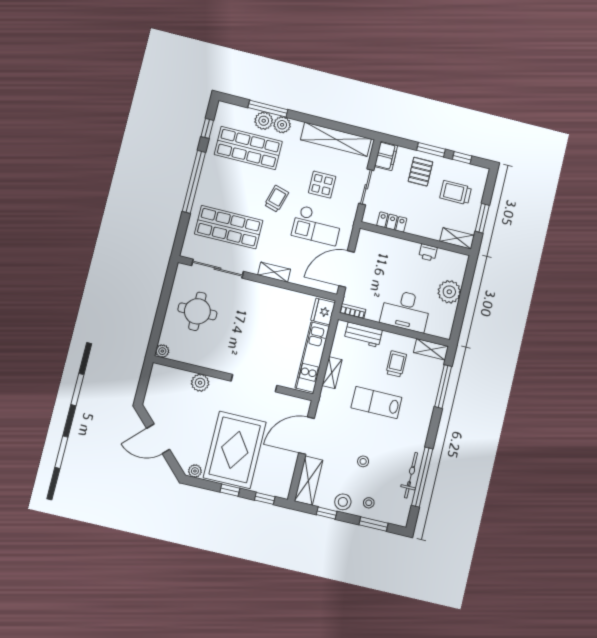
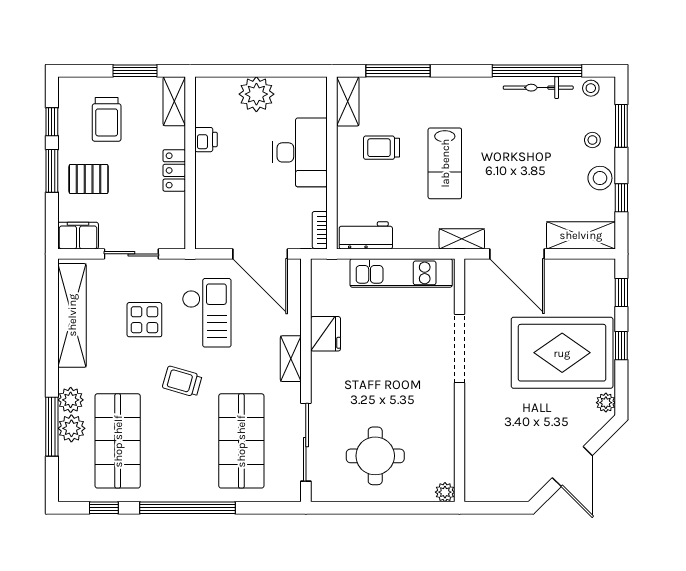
locker: (392, 222) -> (174, 170), moved
fridge: (323, 312) -> (326, 334), moved, turned -90
workbench: (363, 335) -> (366, 235), moved, turned -90
shelving: (332, 373) -> (462, 239), moved
plant: (200, 383) -> (477, 426), removed
stool: (363, 461) -> (591, 88), moved

